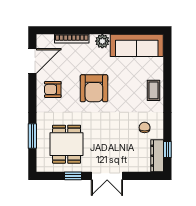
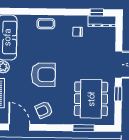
armchair: (53, 89) -> (44, 110), turned 65
dining table: (67, 144) -> (91, 99), width x1.38

